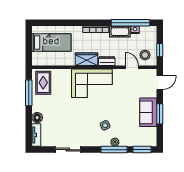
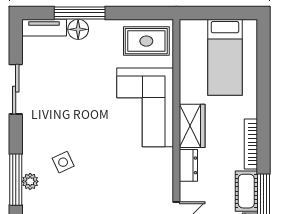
corner sofa: (92, 83) -> (145, 107), moved
window: (29, 93) -> (80, 13), moved

